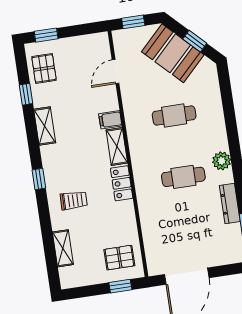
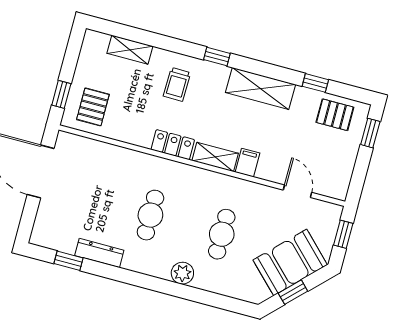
shelving: (45, 126) -> (261, 88), width x1.50, depth x1.33
plant: (222, 161) -> (182, 273), moved

